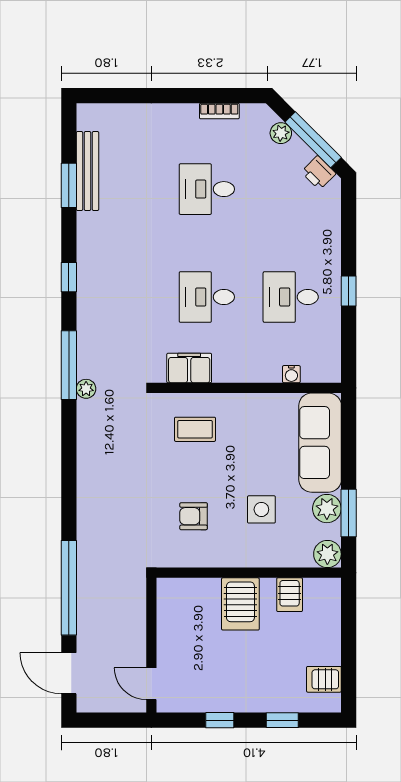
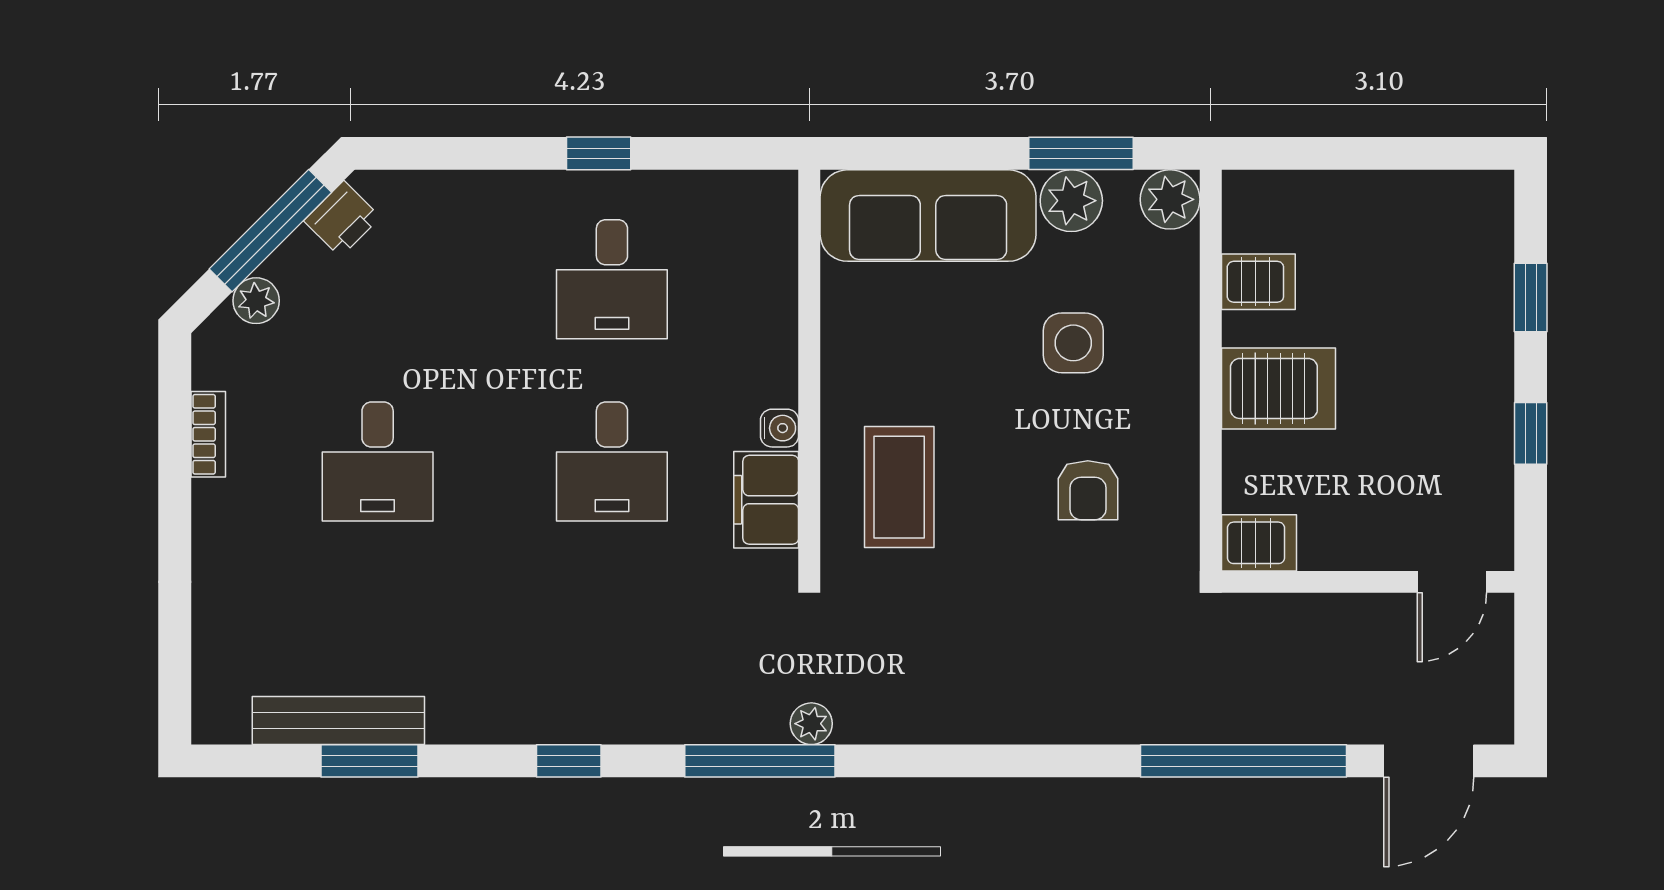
water cooler: (291, 374) -> (780, 428), moved
coffee table: (195, 429) -> (899, 487), width x1.36, depth x1.30
server rack: (324, 679) -> (1259, 543), moved, turned -90

